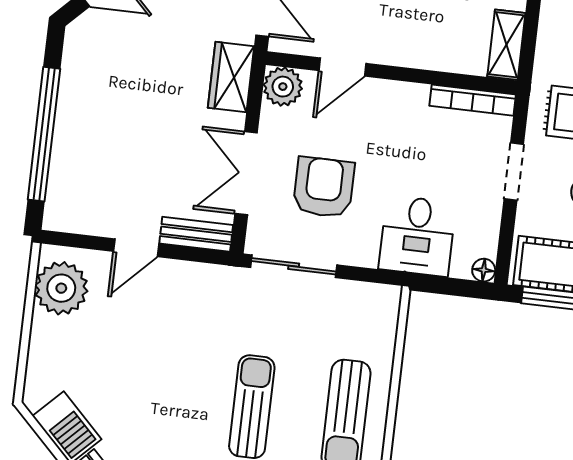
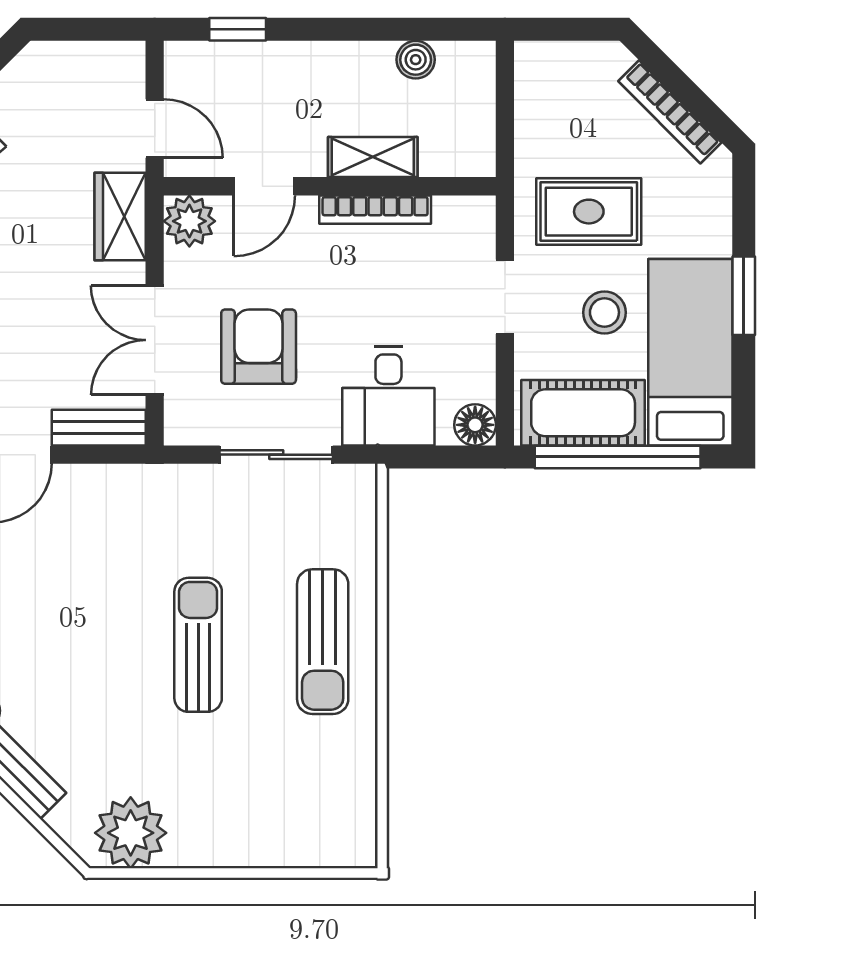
shelving: (506, 45) -> (373, 157), moved, turned 90
bookcase: (473, 100) -> (375, 210), moved
sliding door: (294, 266) -> (276, 455), moved
floor lamp: (484, 270) -> (475, 425), width x1.37, depth x1.37

